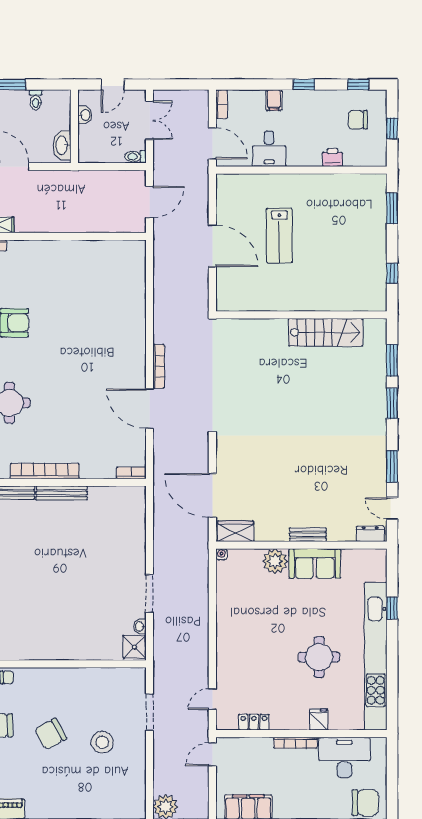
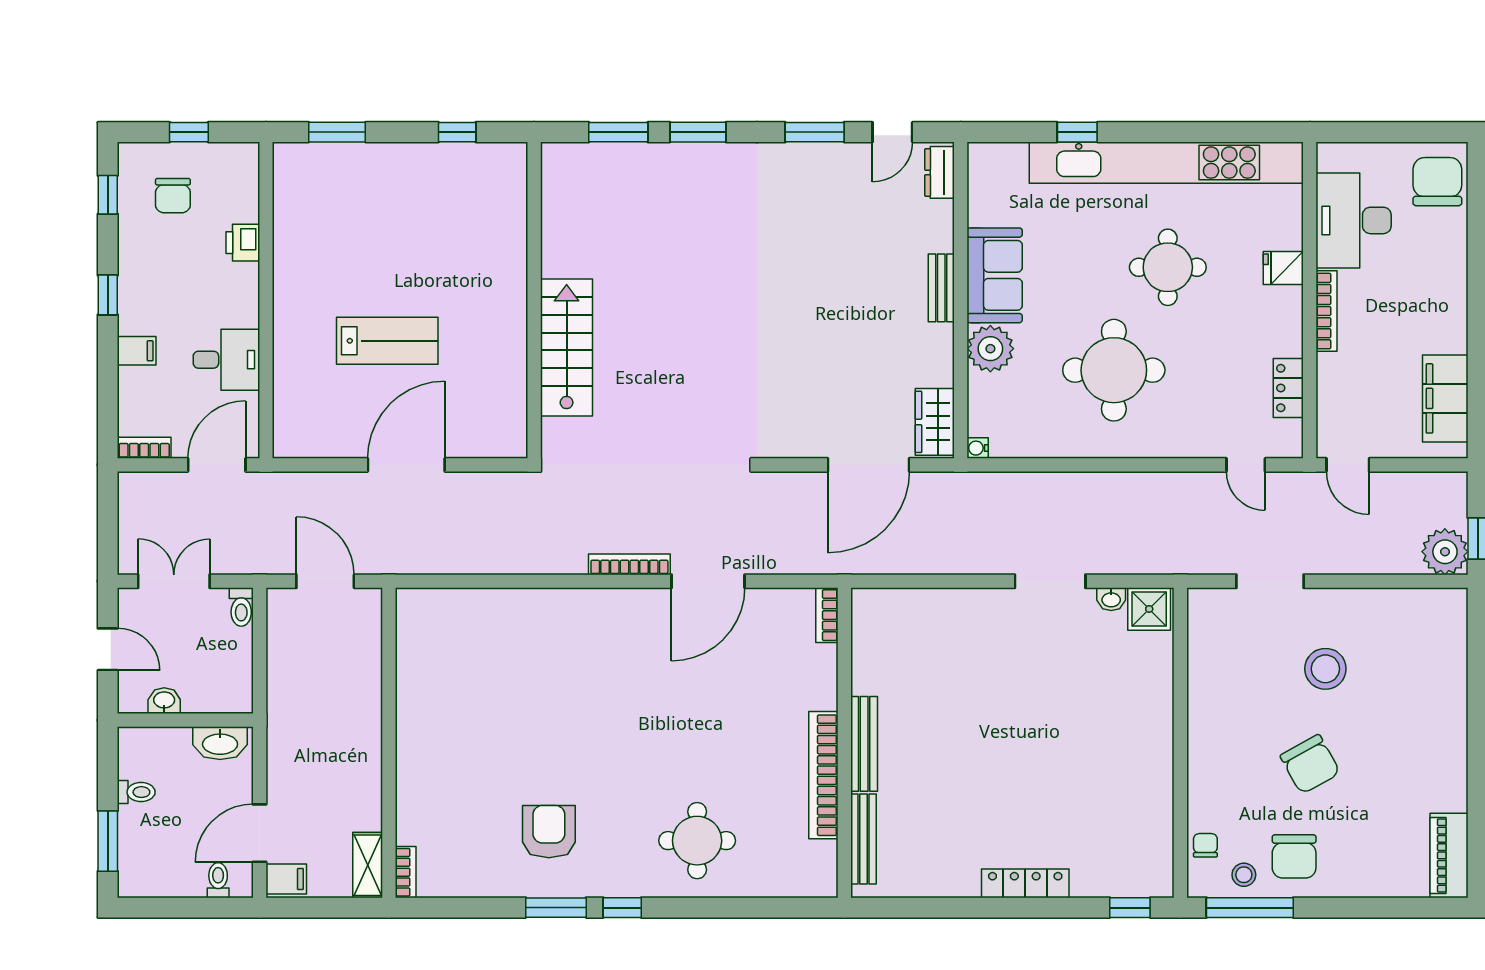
stairs: (326, 332) -> (567, 348), moved
round table: (263, 628) -> (1114, 370), added

